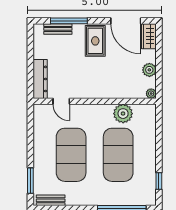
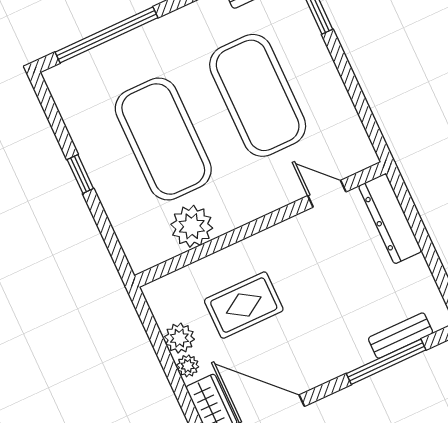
rug: (95, 41) -> (244, 305), moved, turned 90
plant: (151, 94) -> (188, 366), moved
window: (159, 181) -> (80, 174), moved

